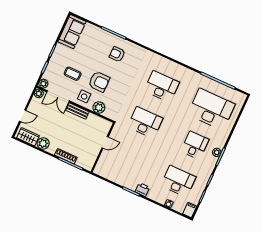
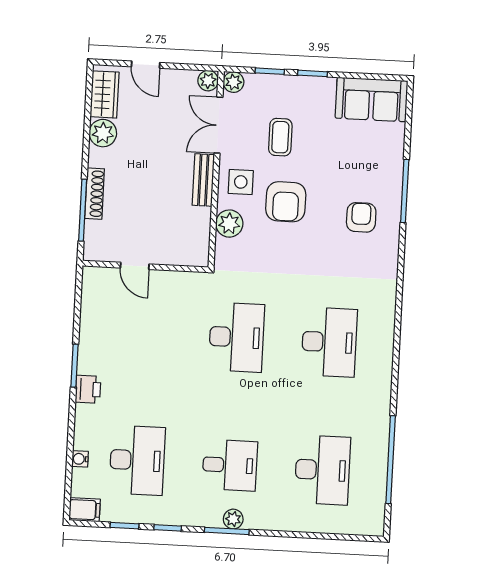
desk: (211, 109) -> (322, 470), width x0.73, depth x0.77
door: (105, 142) -> (135, 266), moved

